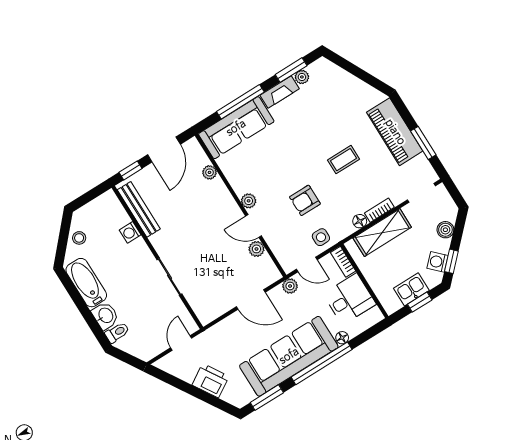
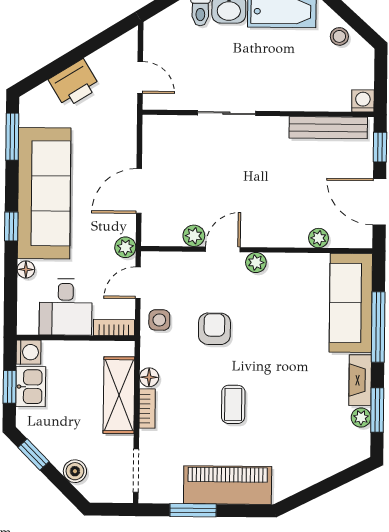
washing machine: (130, 232) -> (363, 101), moved
washing machine: (438, 262) -> (29, 352), moved, turned 45
window: (322, 363) -> (11, 226), width x0.32

